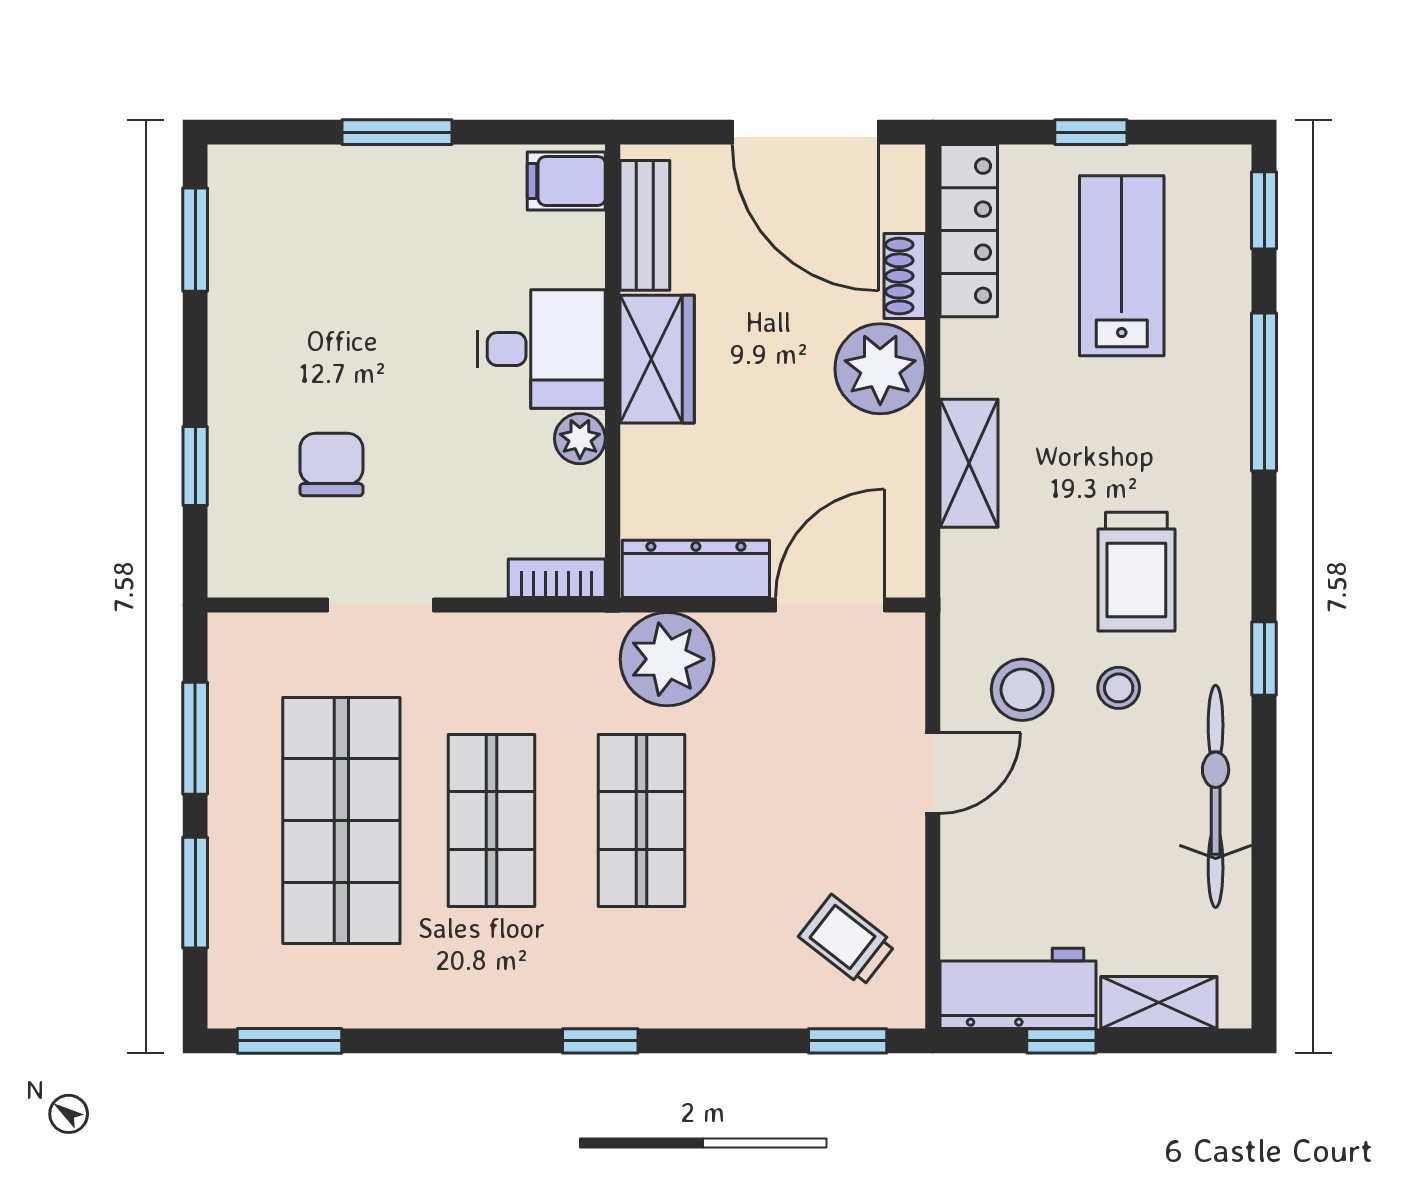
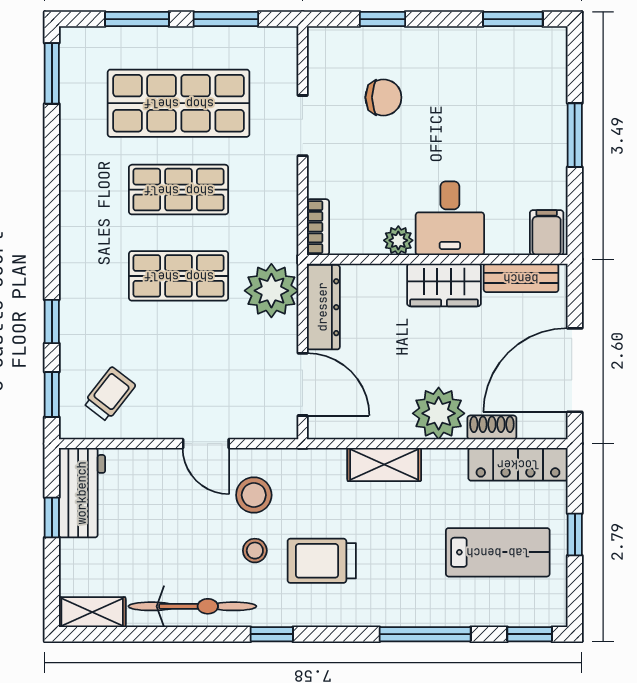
shelving: (1159, 1002) -> (92, 612), moved, turned 90
window: (600, 1041) -> (52, 321), moved

